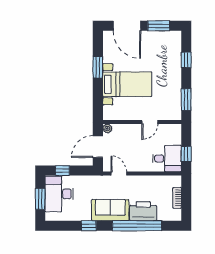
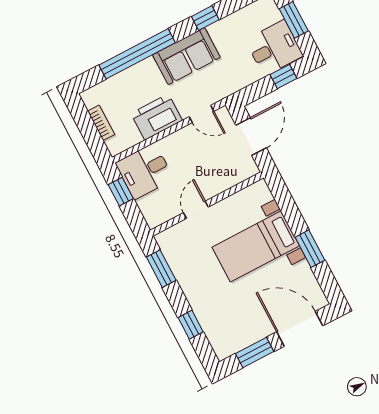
plant: (107, 129) -> (251, 169), removed
desk: (59, 194) -> (274, 48), width x0.73
printer: (143, 211) -> (157, 117), moved, turned 180

